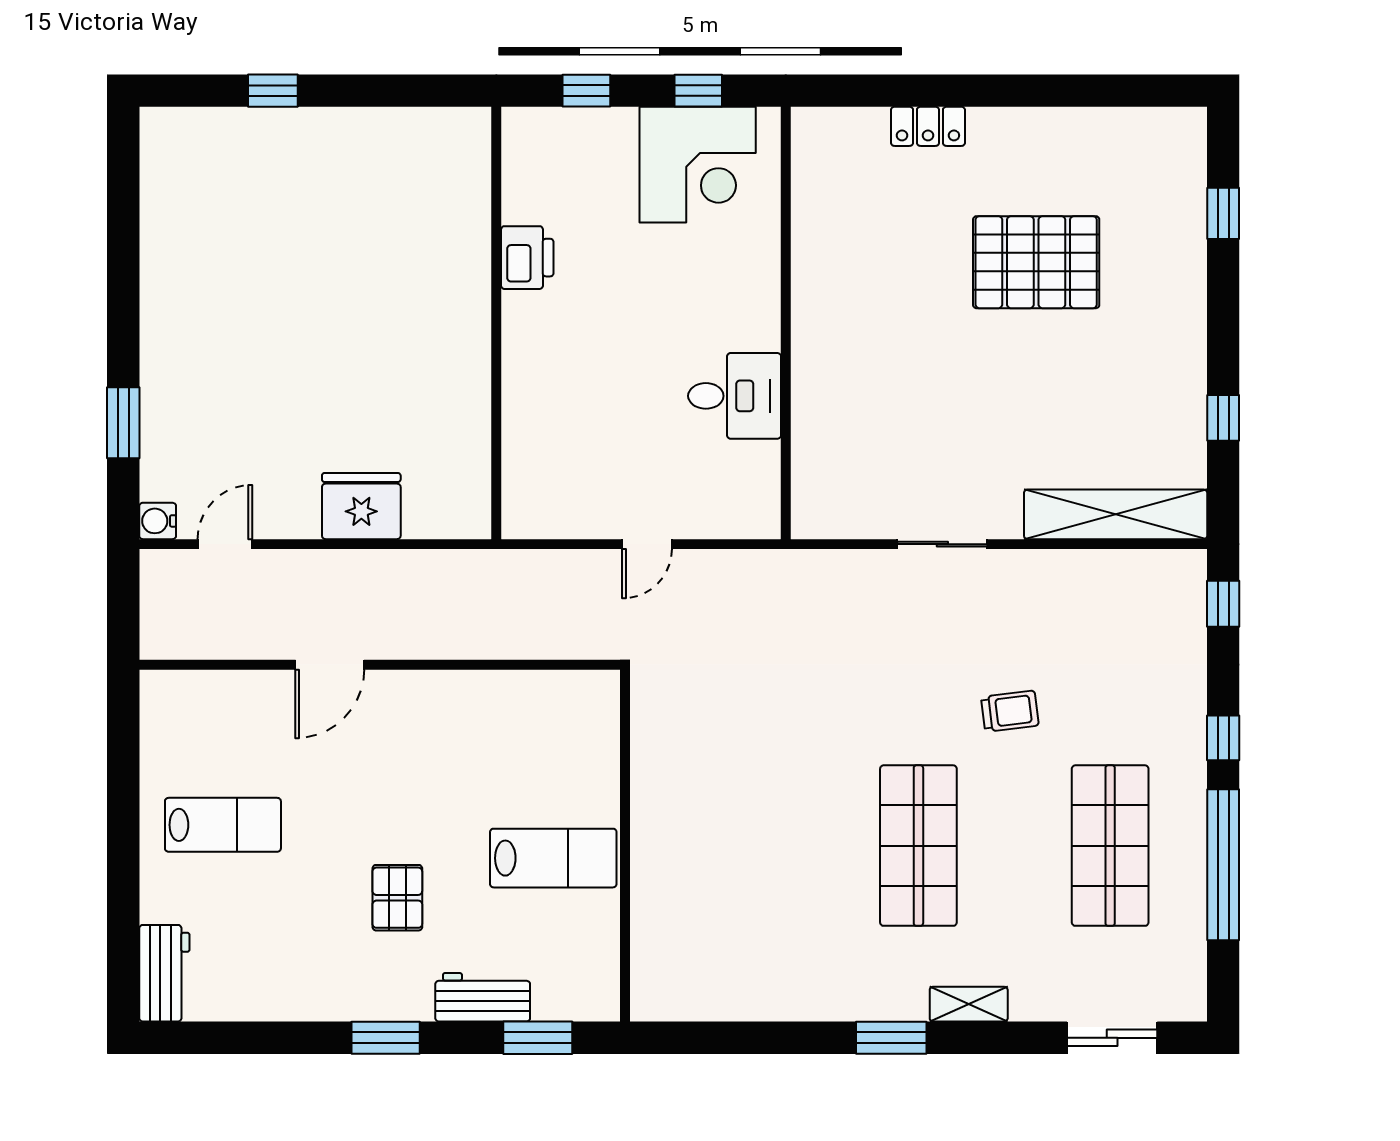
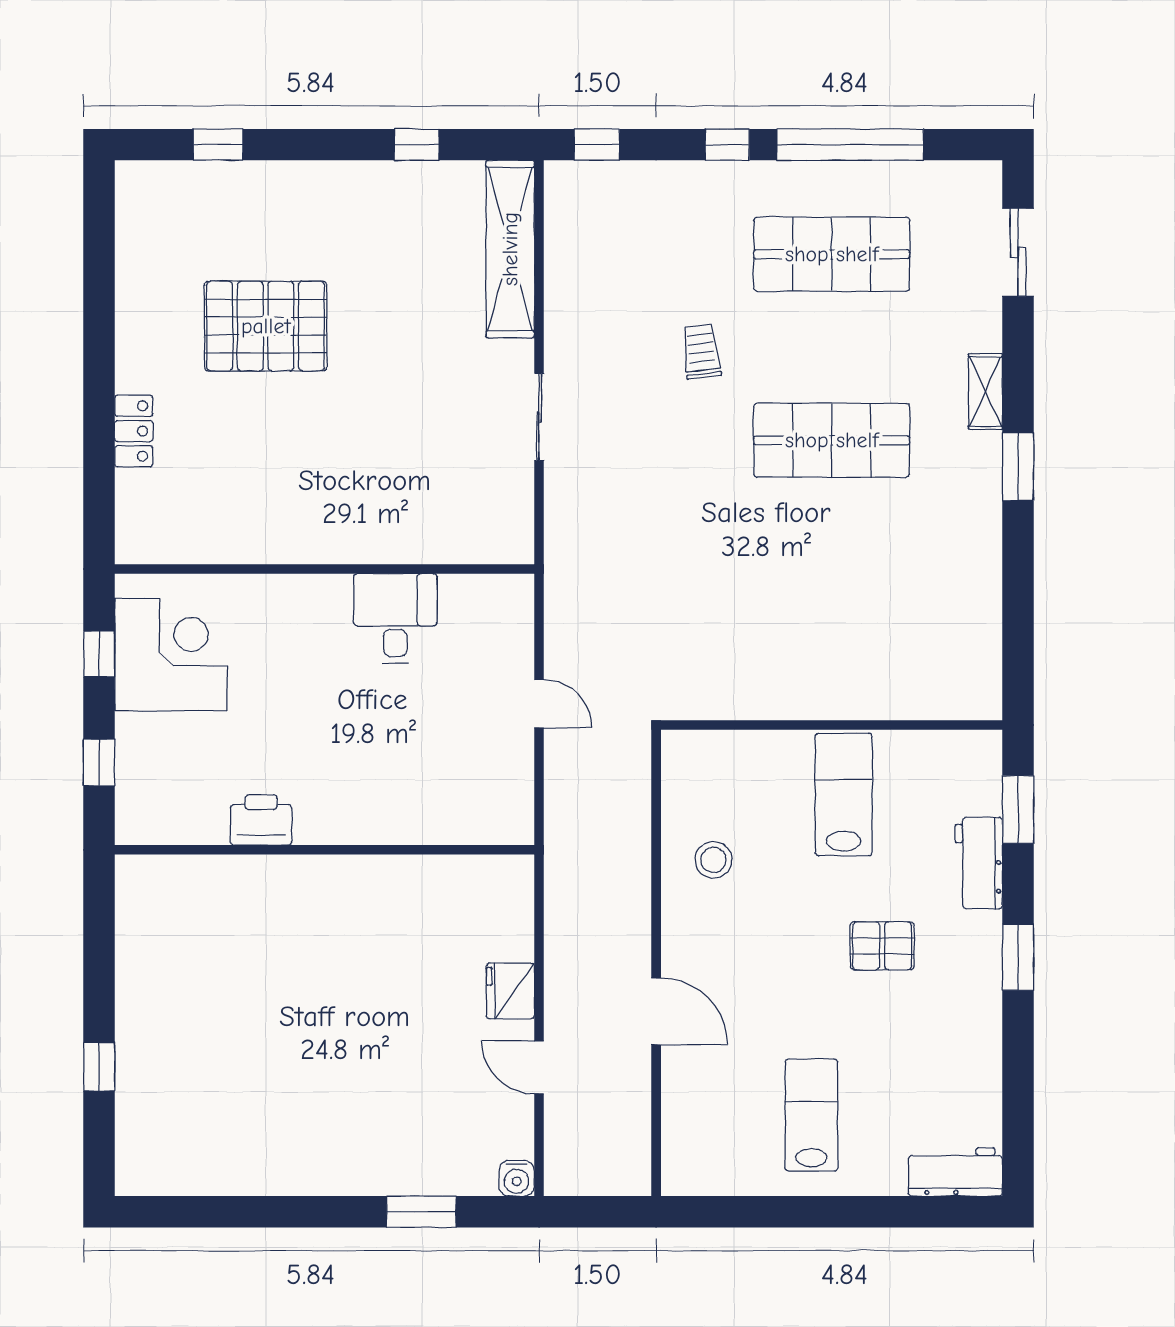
pallet: (1036, 262) -> (266, 326), turned 90
fridge: (361, 506) -> (510, 991), width x0.73, depth x0.75
door: (225, 544) -> (539, 1067), moved
stool: (486, 724) -> (713, 860), added

